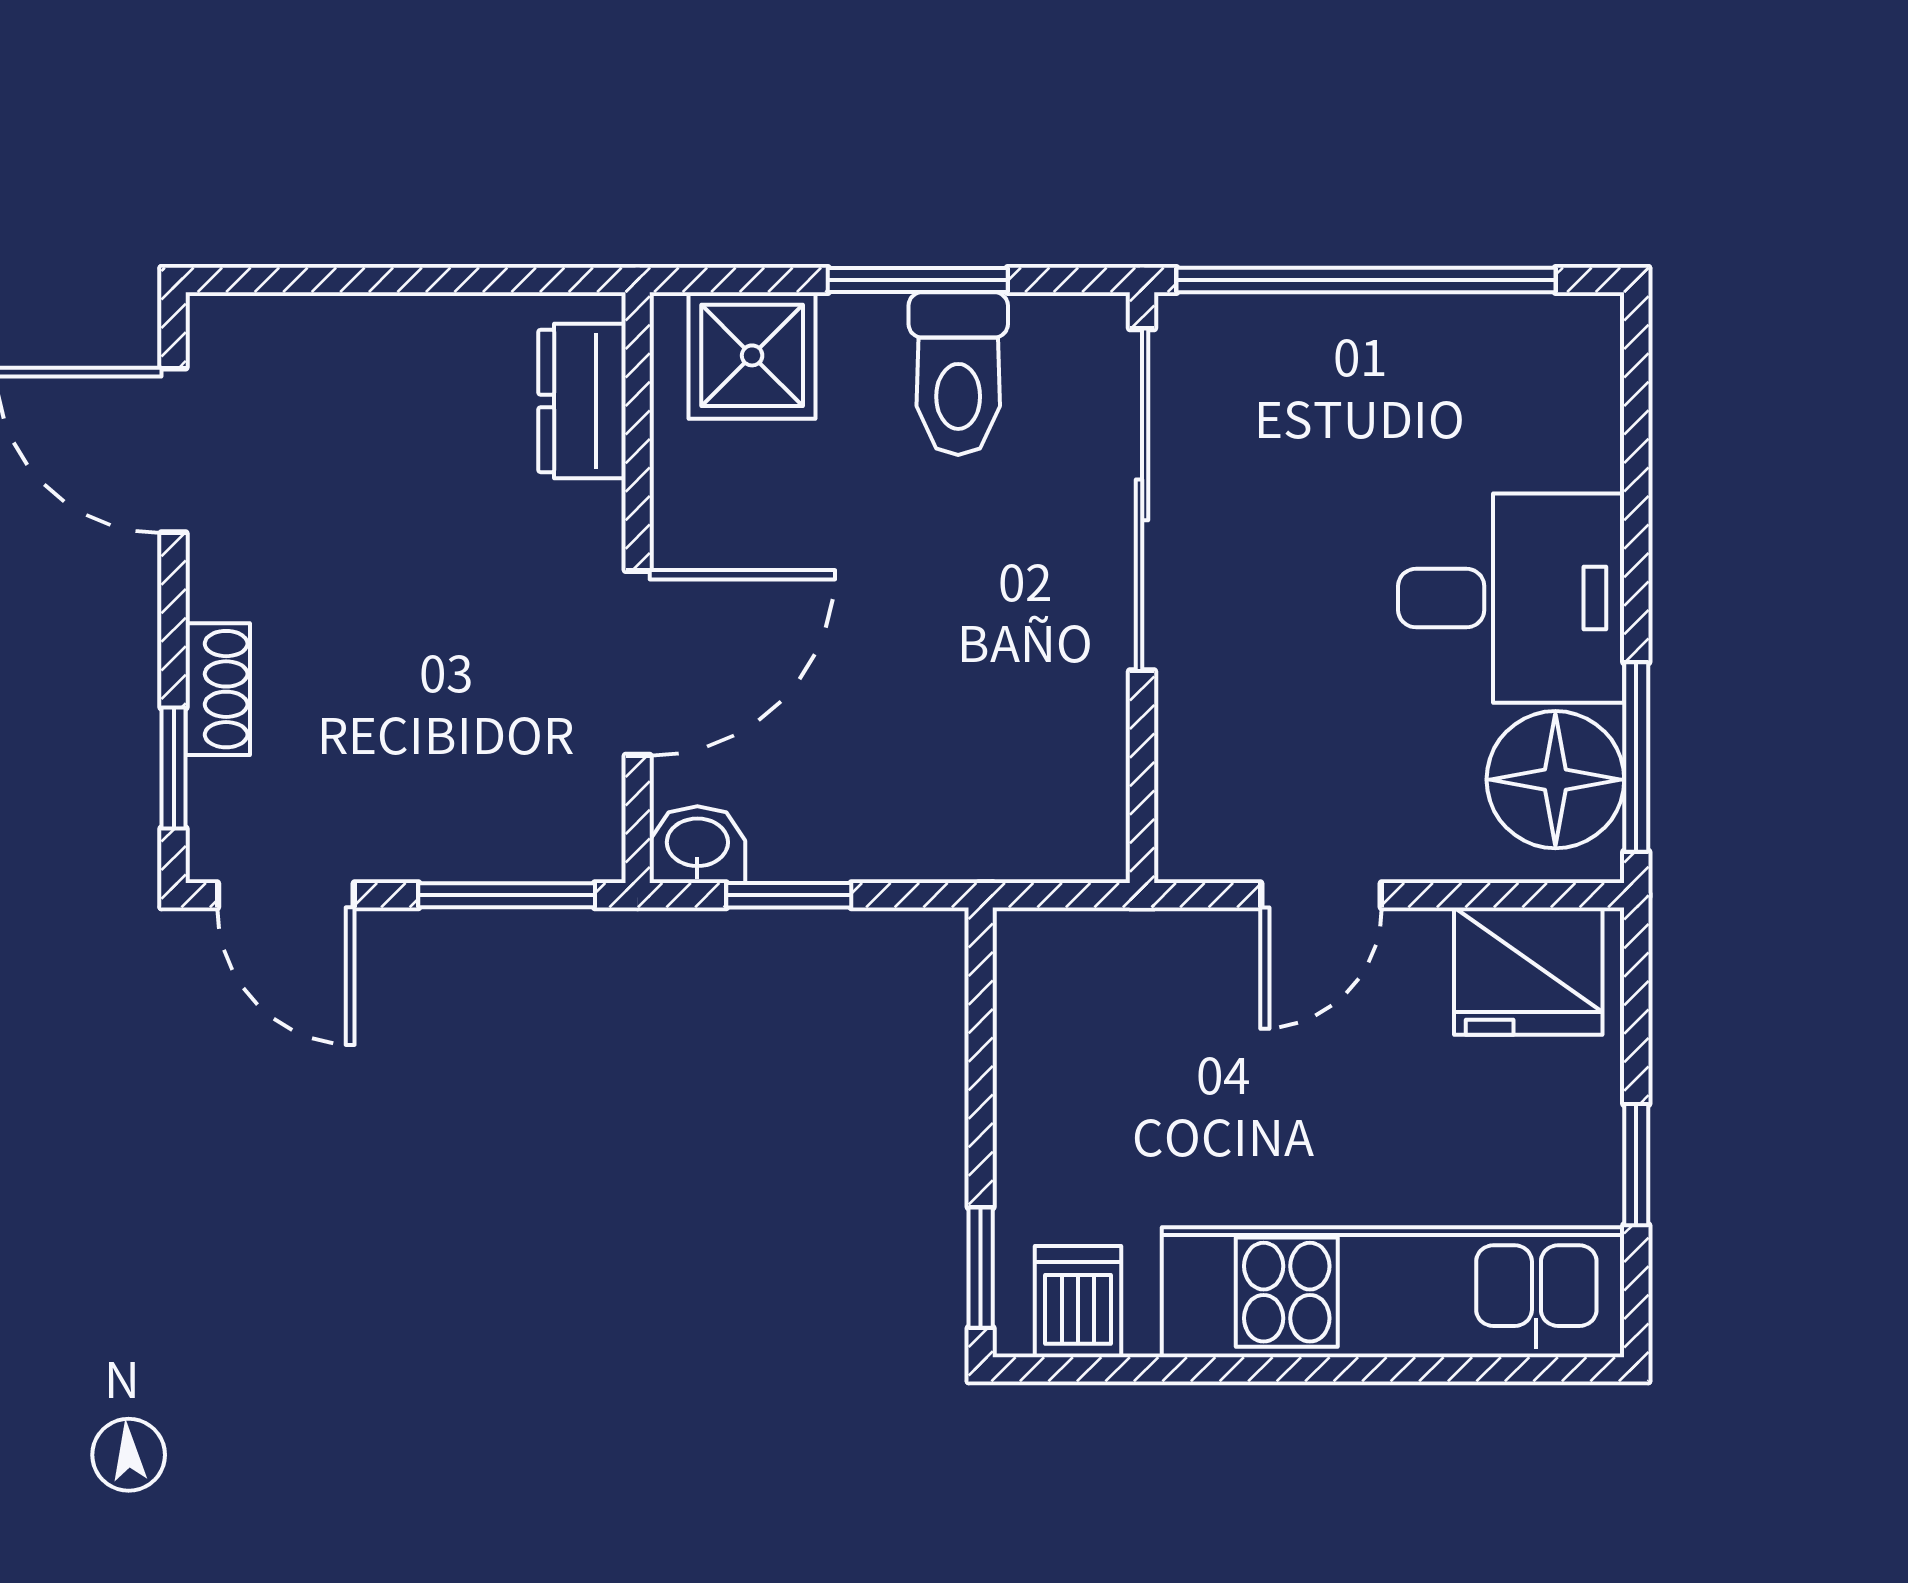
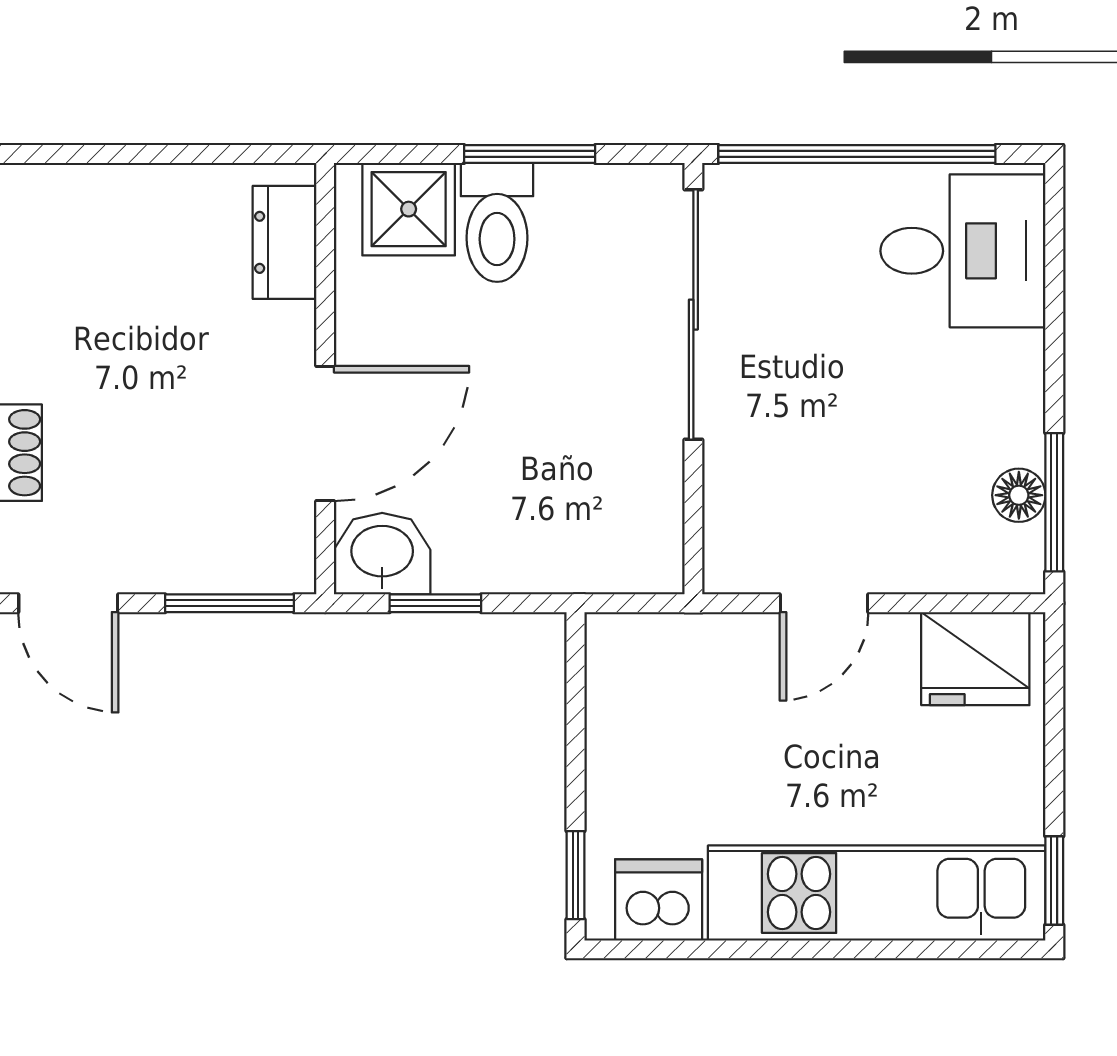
toilet: (958, 374) -> (497, 222), moved
desk: (1511, 598) -> (963, 251), moved
floor lamp: (1555, 780) -> (1019, 495), width x0.53, depth x0.53
washbasin: (697, 845) -> (382, 554), width x1.38, depth x1.45
window: (1636, 1165) -> (1054, 880), moved
dishwasher: (1078, 1302) -> (659, 900), width x1.38

